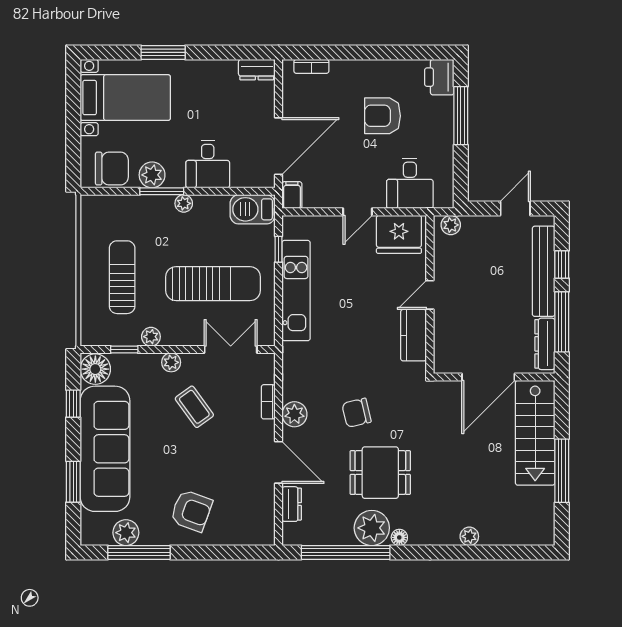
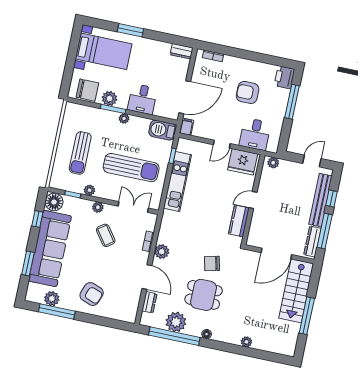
sun lounger: (122, 277) -> (80, 153), turned 180
chair: (357, 413) -> (212, 263), moved
plant: (372, 528) -> (176, 322), moved

